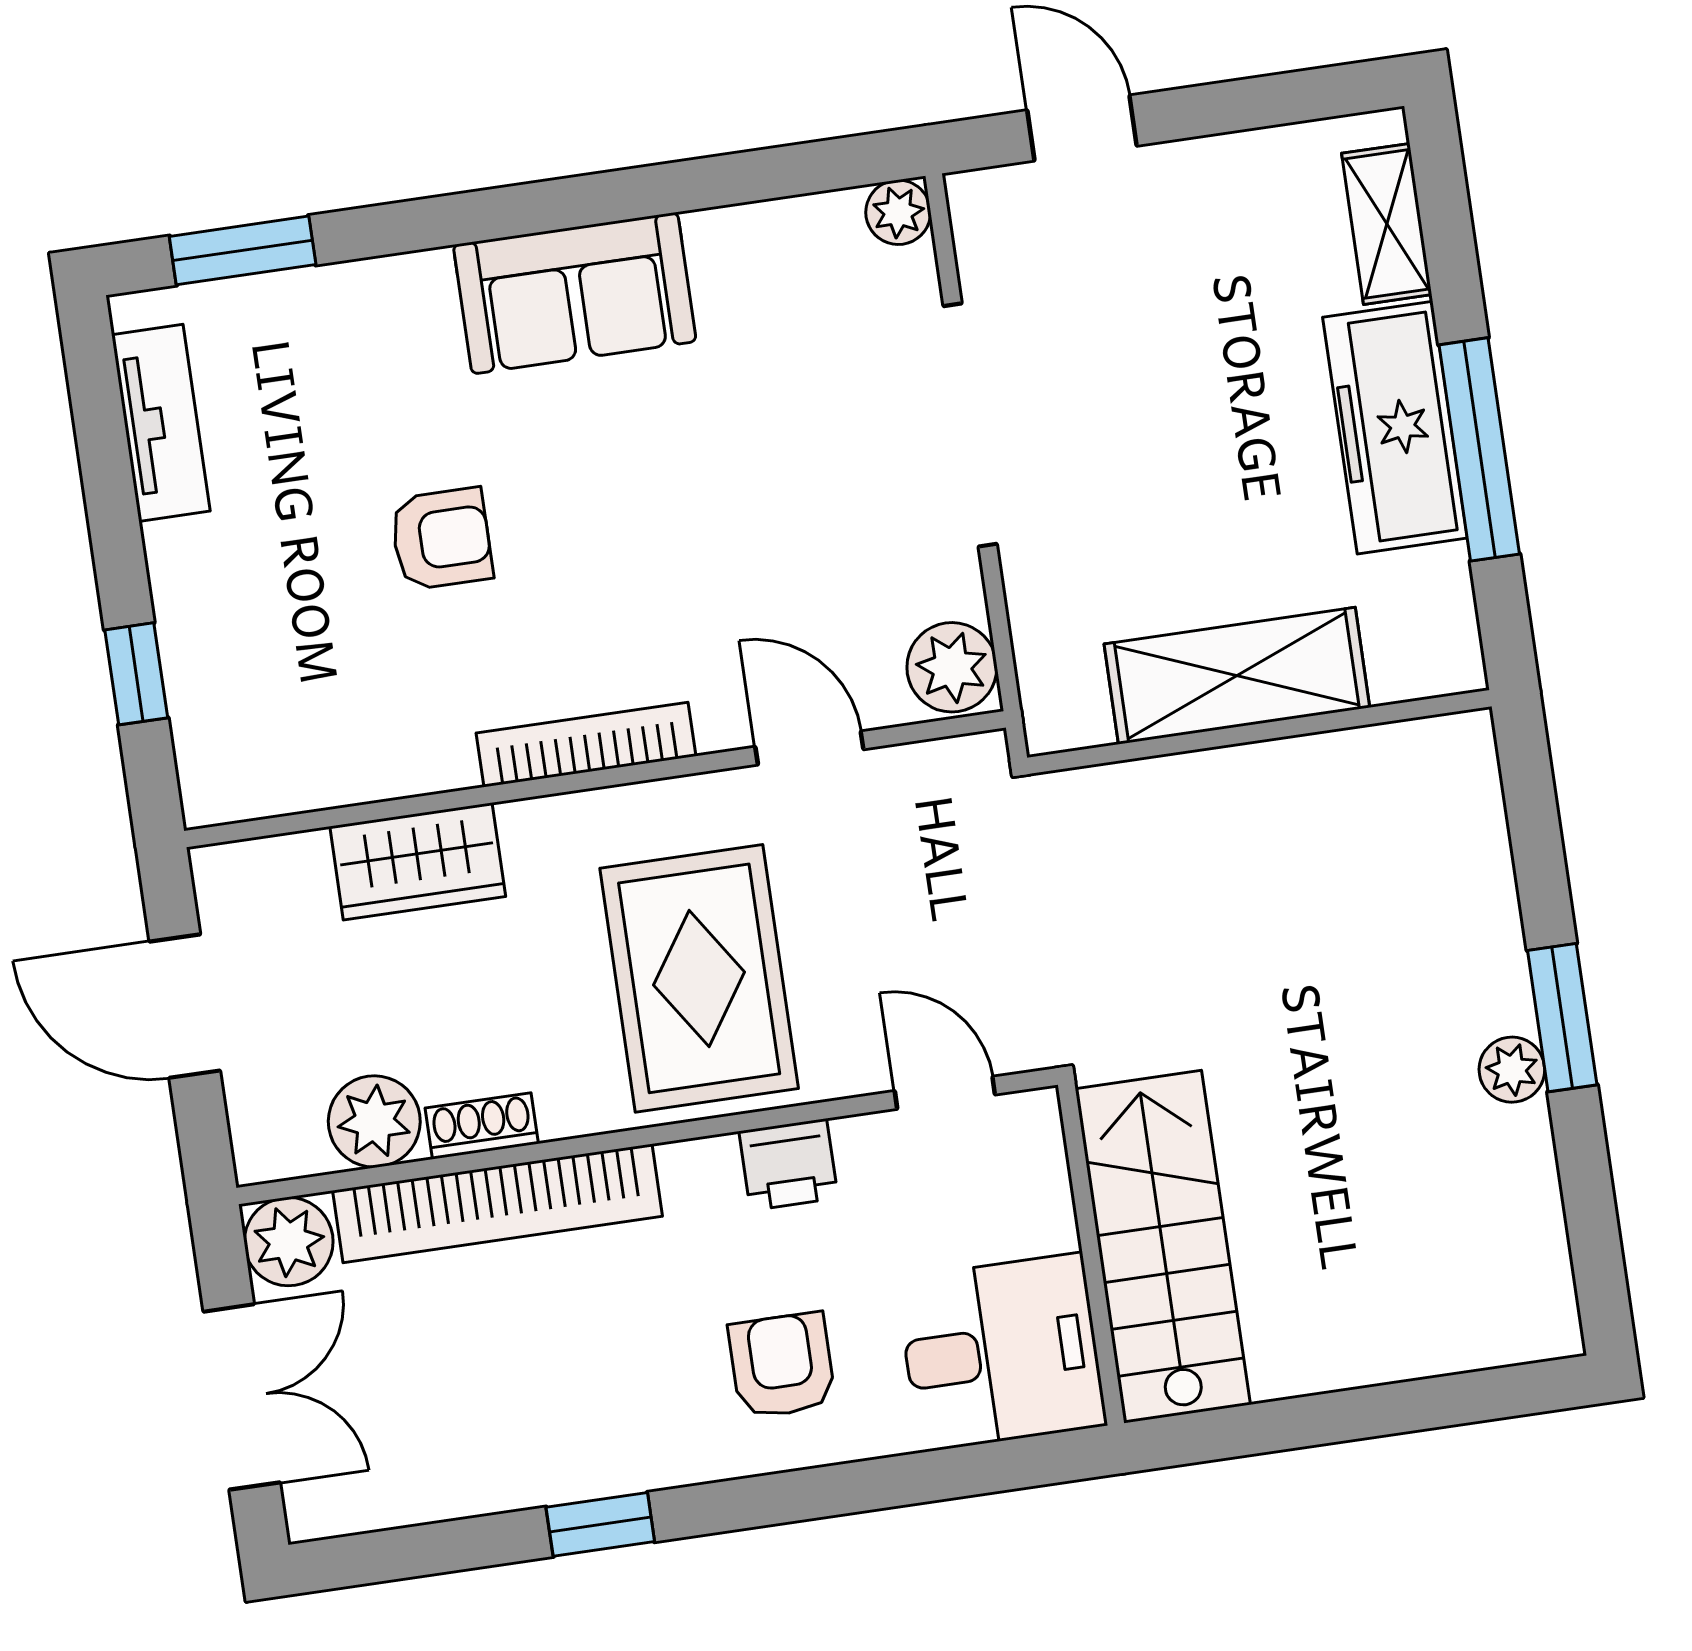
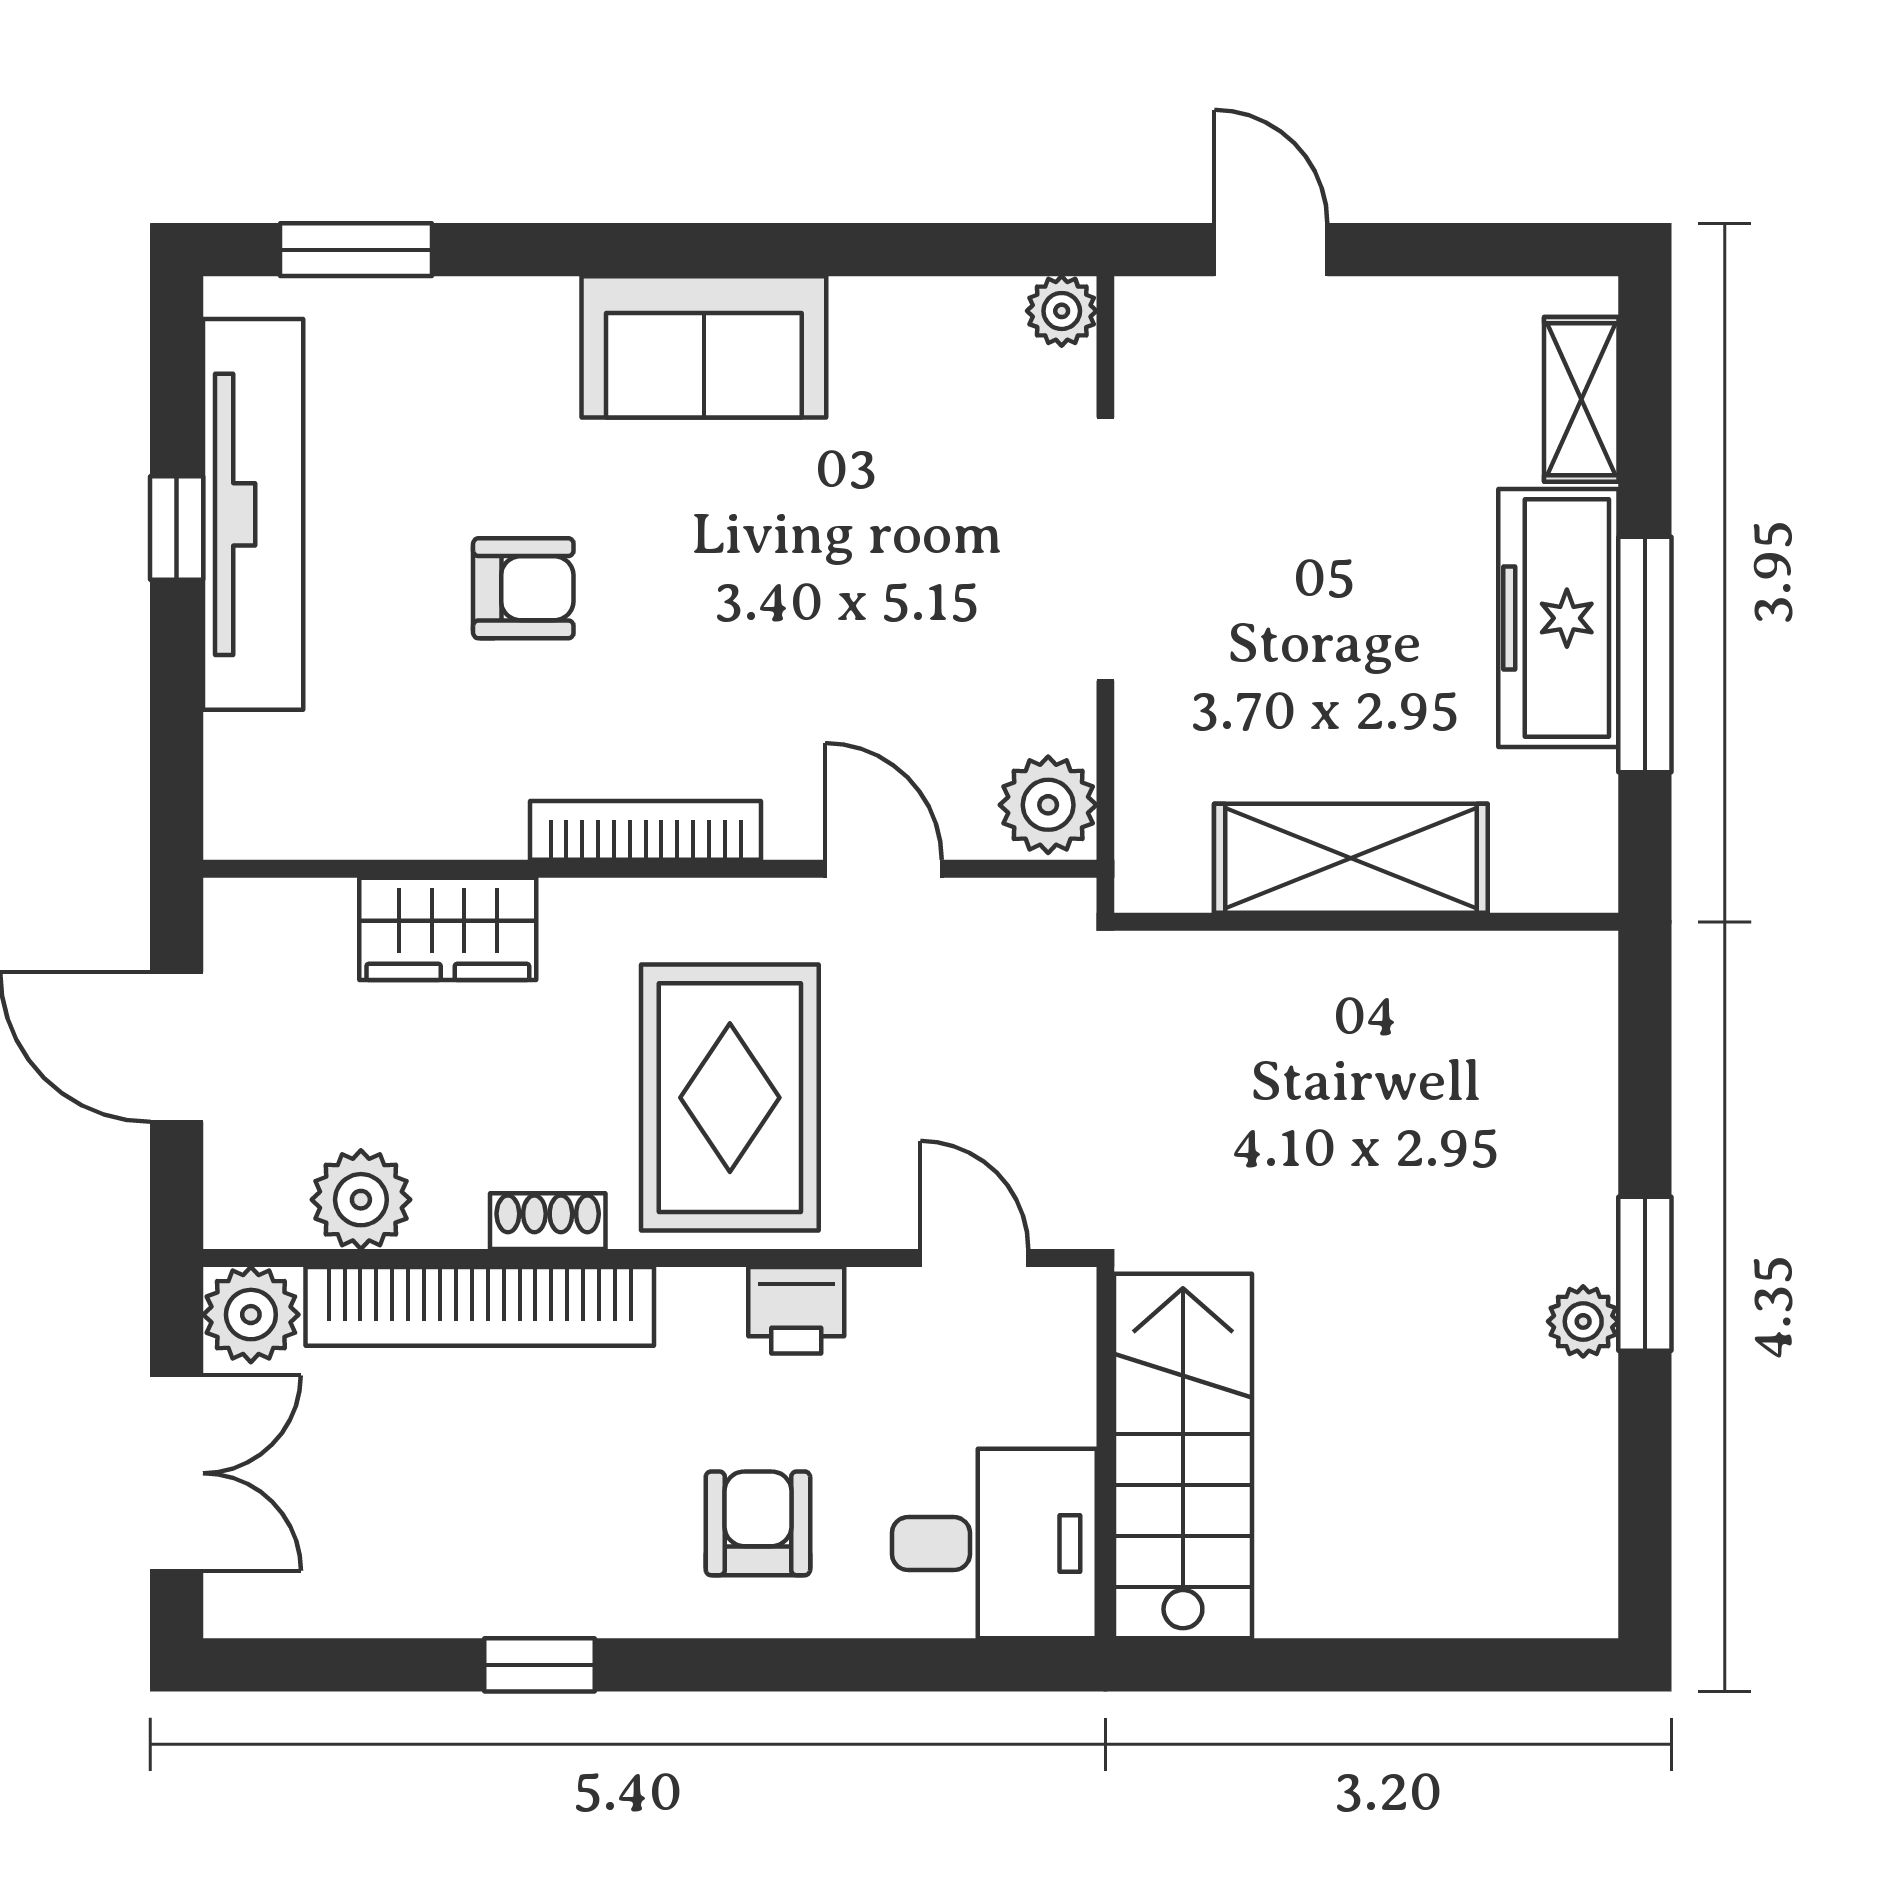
tv unit: (161, 423) -> (253, 514), width x1.92, depth x1.29
window: (136, 674) -> (177, 528), moved
shoe rack: (482, 1126) -> (548, 1221), moved

